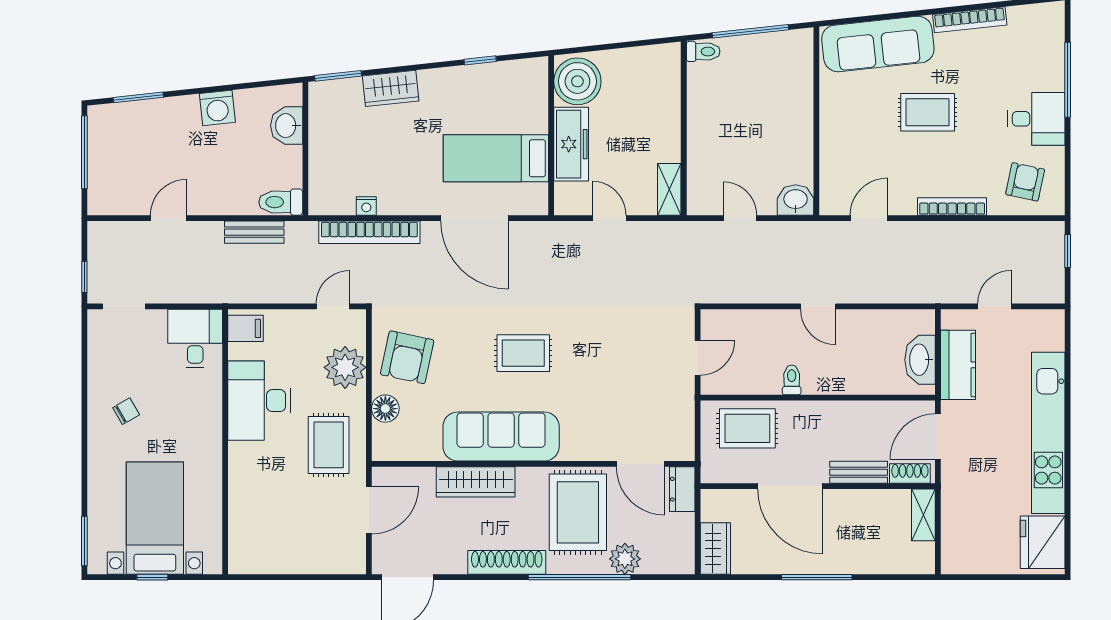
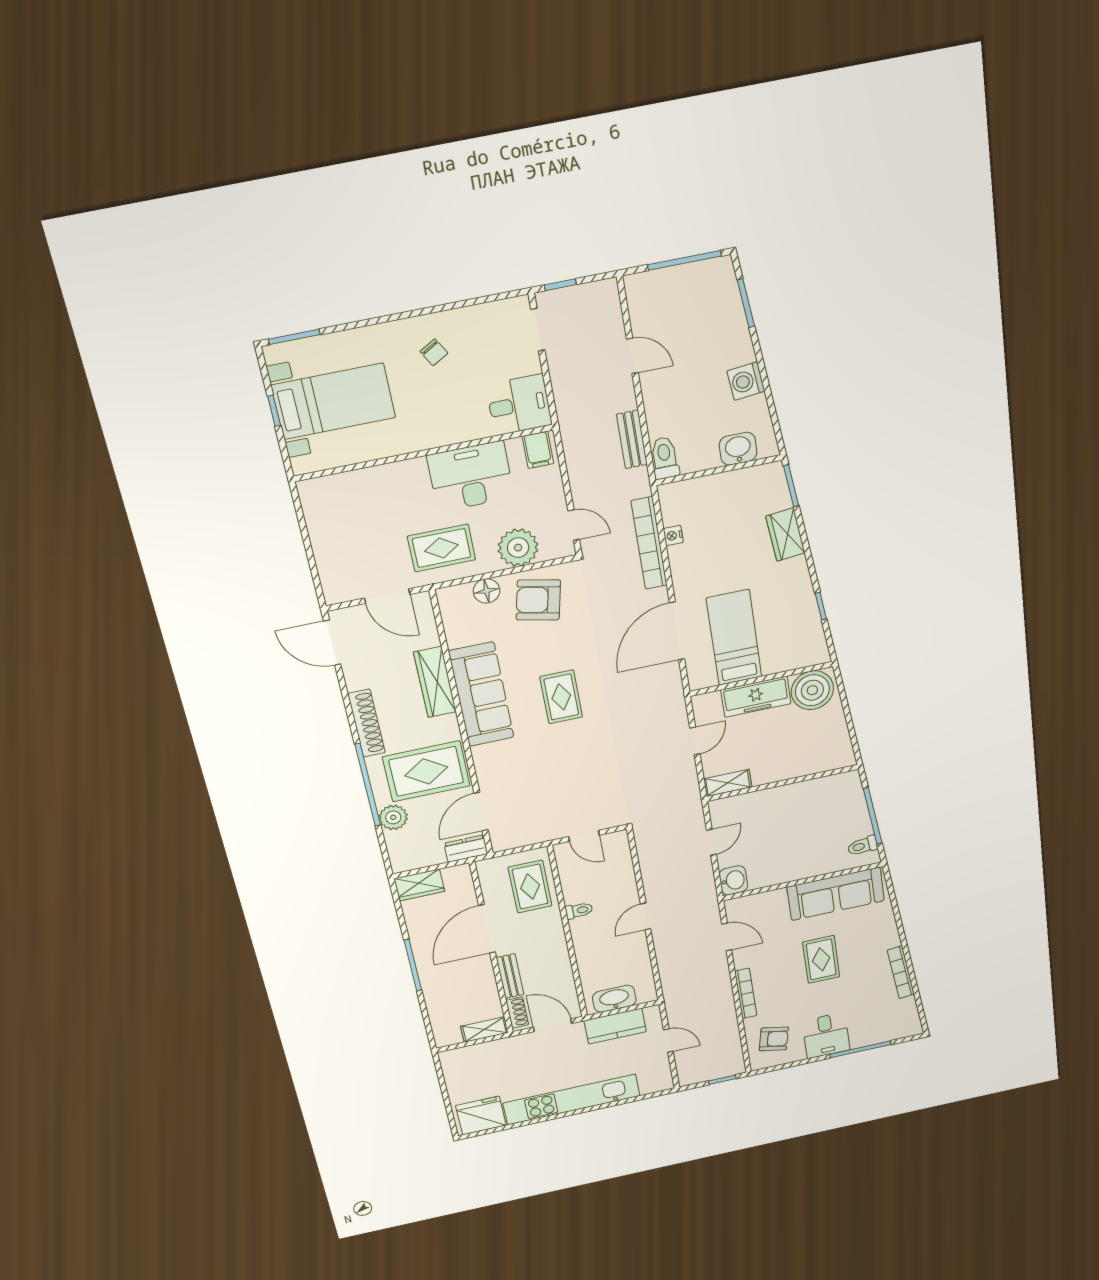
sofa: (878, 44) -> (836, 894), moved, turned -84
toilet: (703, 51) -> (863, 846), moved, turned 84

